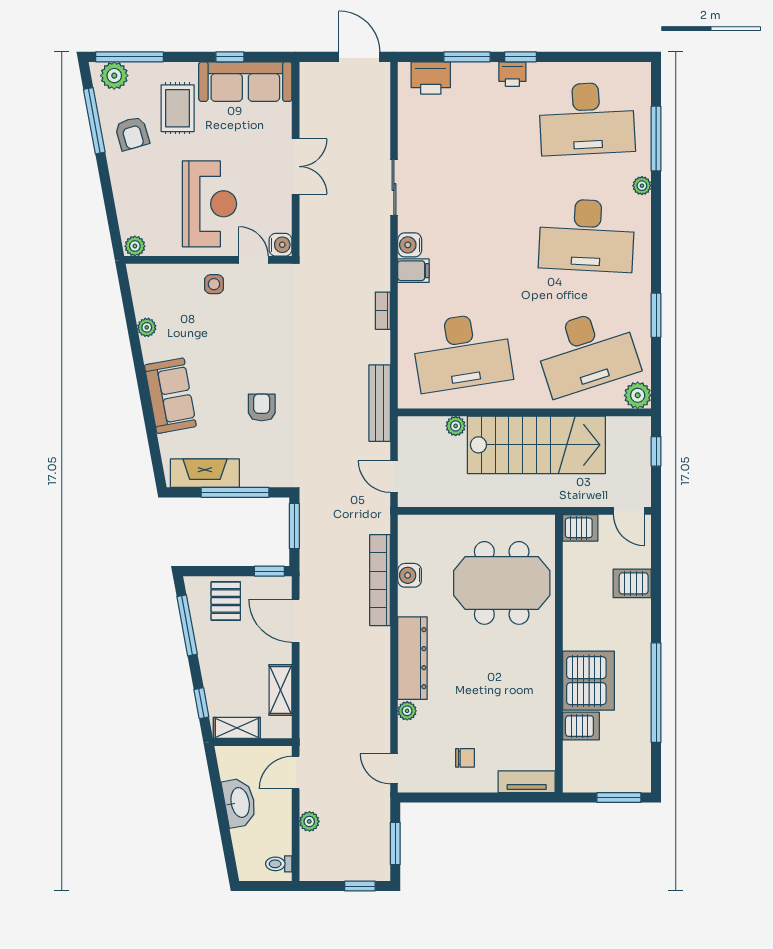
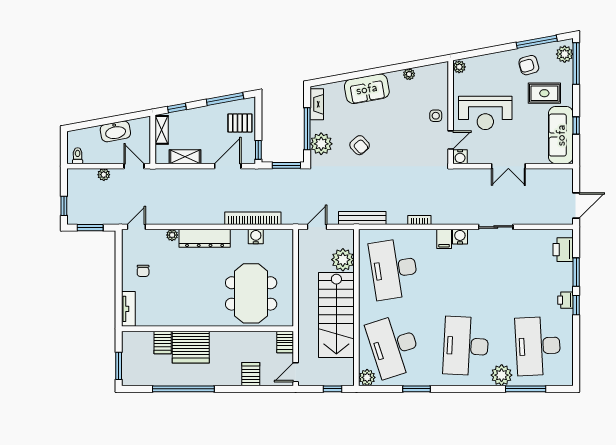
plant: (642, 186) -> (502, 375), width x1.88, depth x1.88
armchair: (262, 407) -> (360, 145), turned 48
plant: (456, 426) -> (343, 260), width x1.88, depth x1.88
plant: (259, 469) -> (321, 144), added
fireplace: (205, 473) -> (317, 104), width x0.73, depth x0.76

